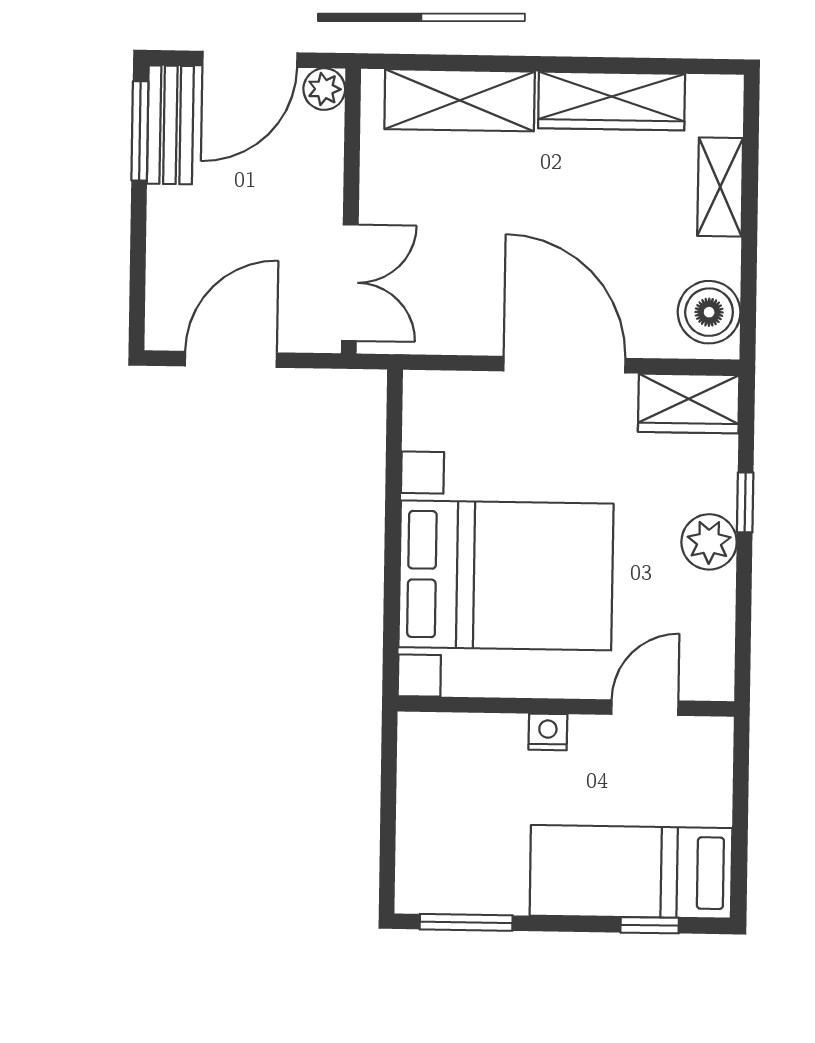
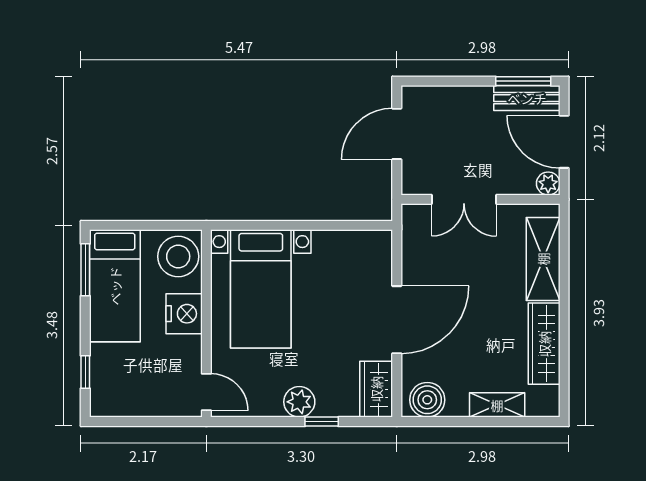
double door: (350, 283) -> (464, 199), moved
door: (231, 359) -> (397, 134), swing flipped
bed with nightstands: (506, 575) -> (261, 289), width x0.73
door: (645, 708) -> (206, 392), moved
nightstand: (548, 732) -> (184, 314), width x1.89, depth x1.79
stool: (445, 755) -> (178, 256), added
bed: (631, 872) -> (115, 286), moved, turned 180

